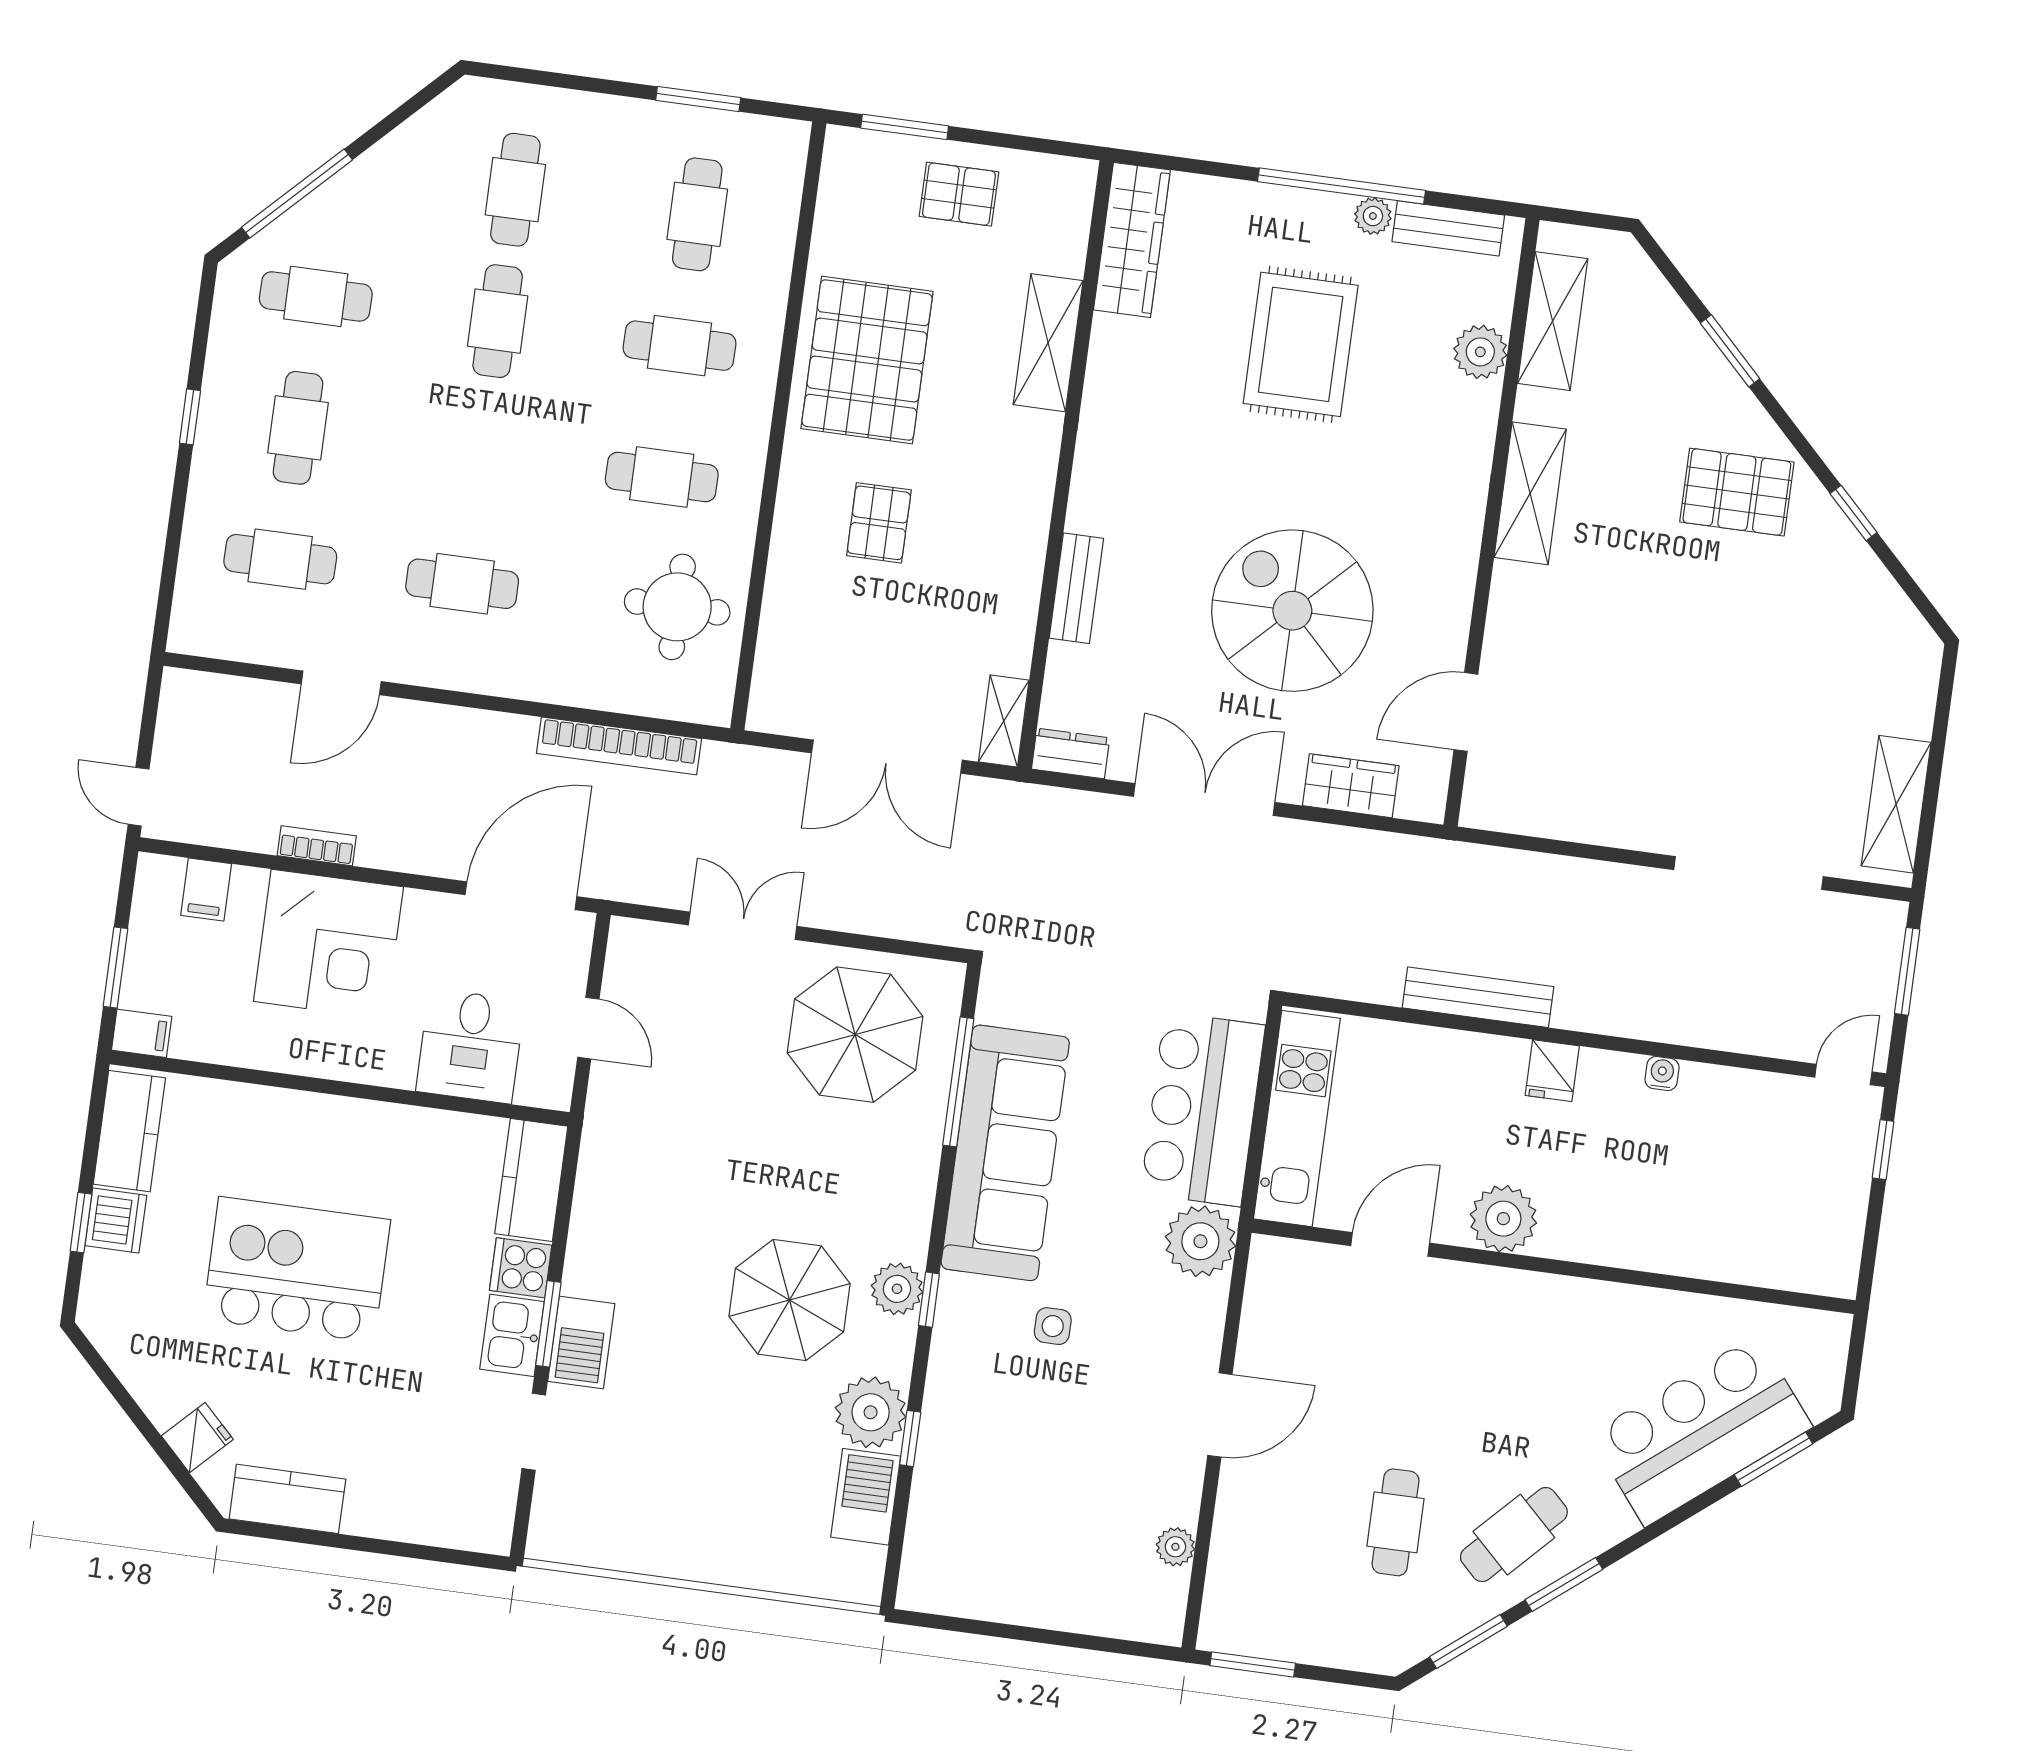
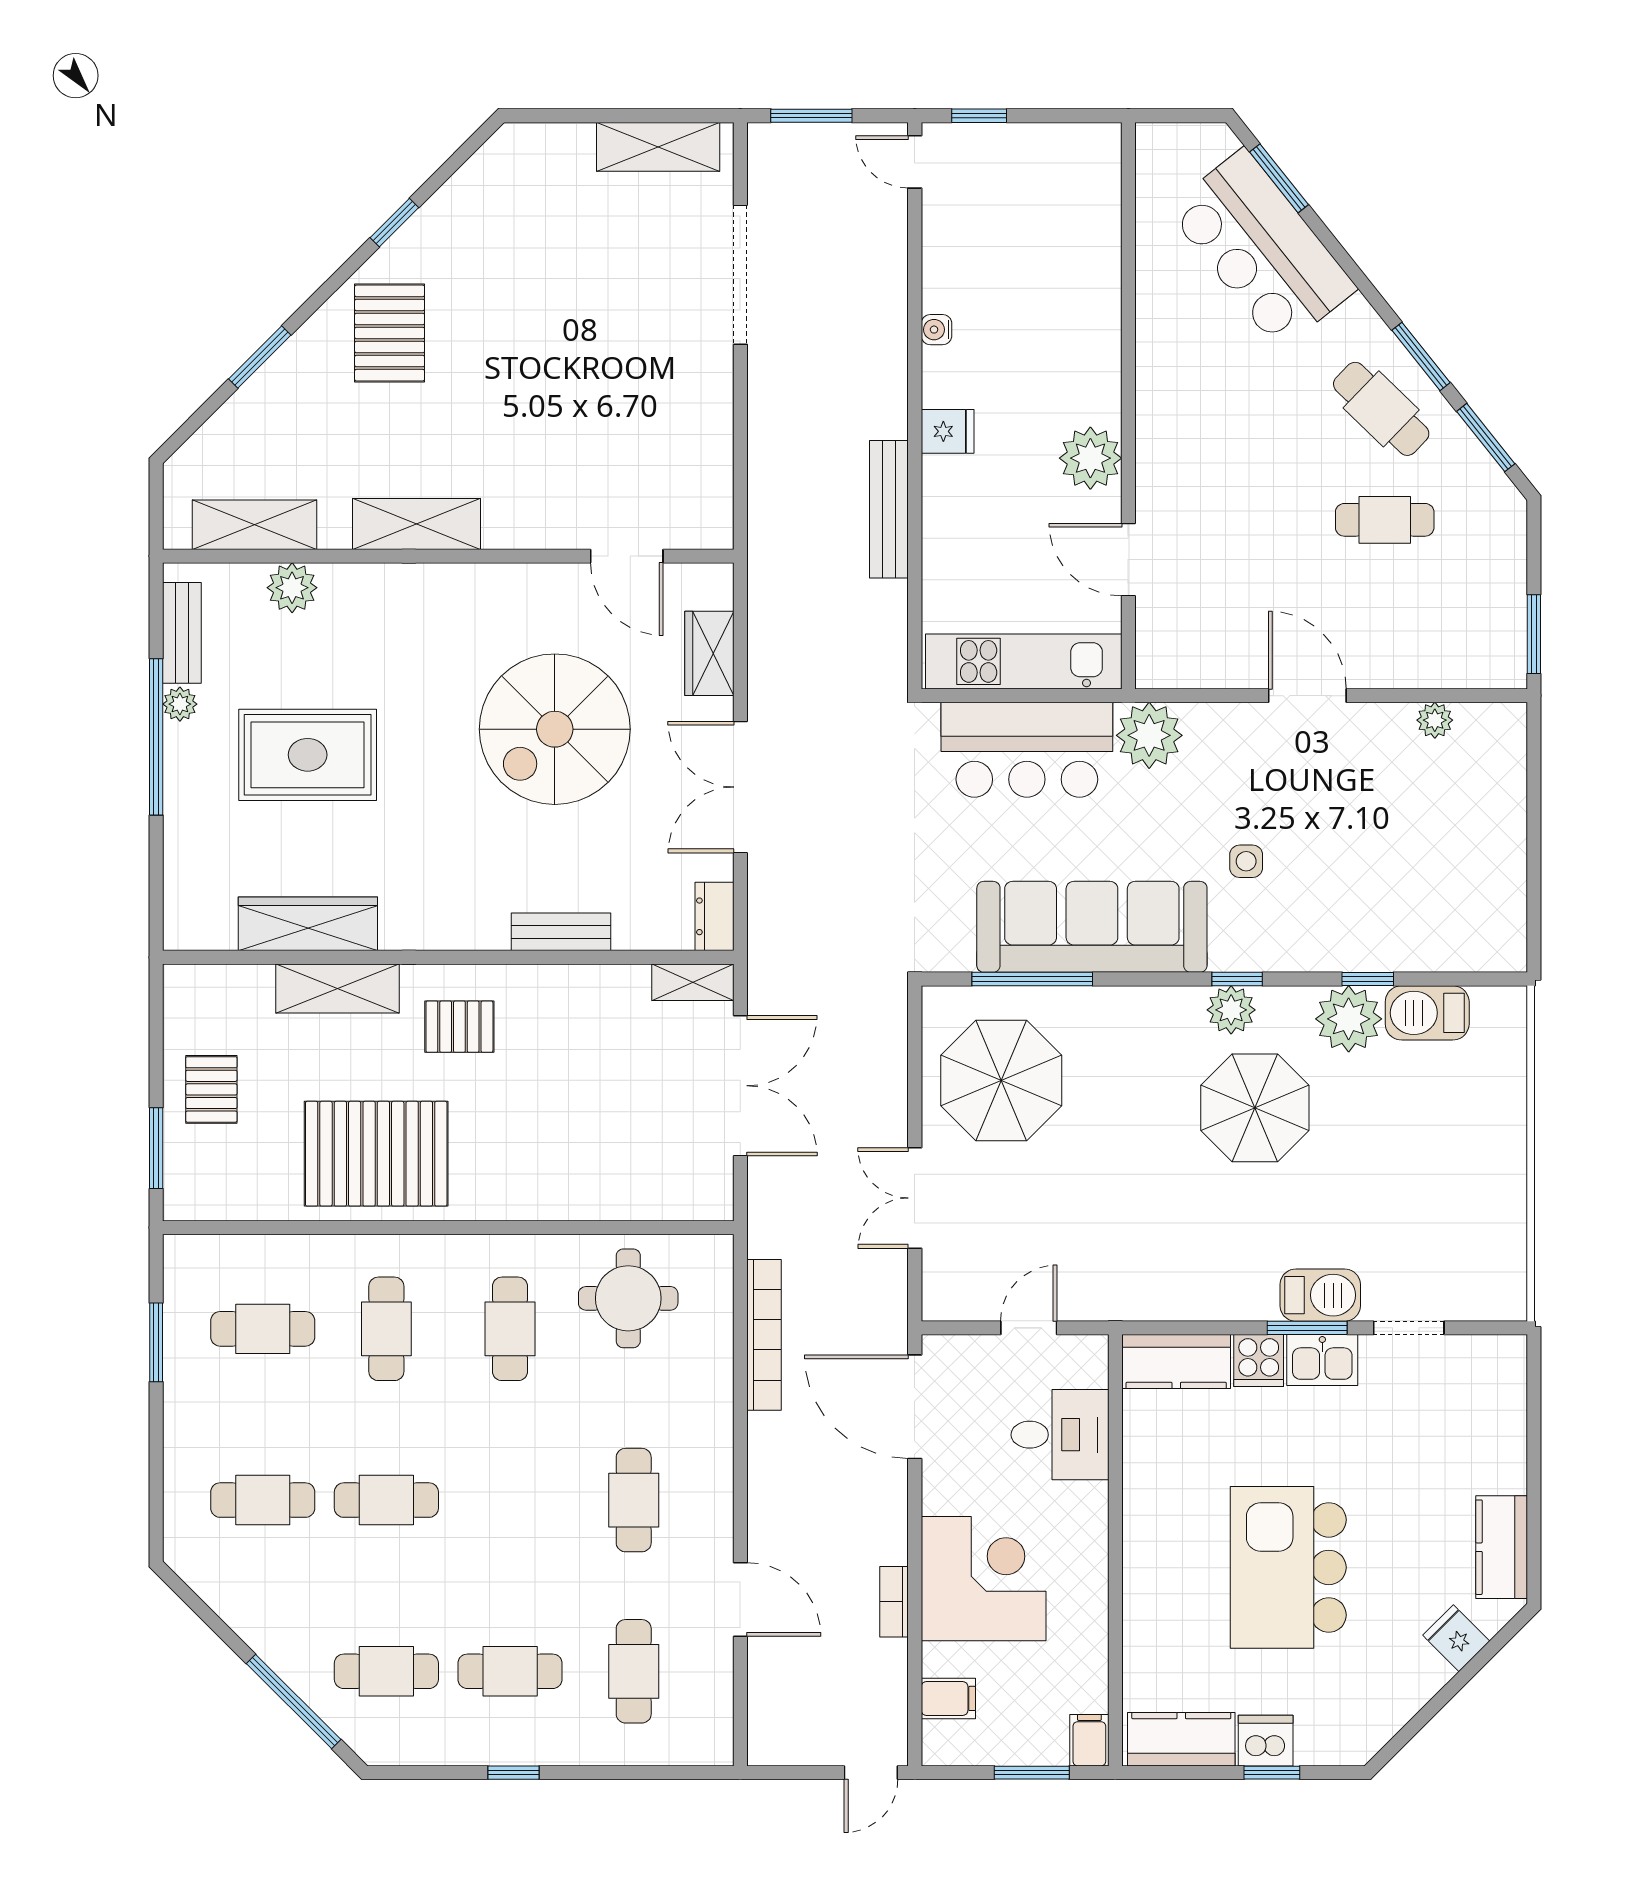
wardrobe: (1132, 240) -> (308, 924), moved
cafe table: (316, 296) -> (386, 1671), turned 90
pallet: (879, 523) -> (459, 1027), moved

